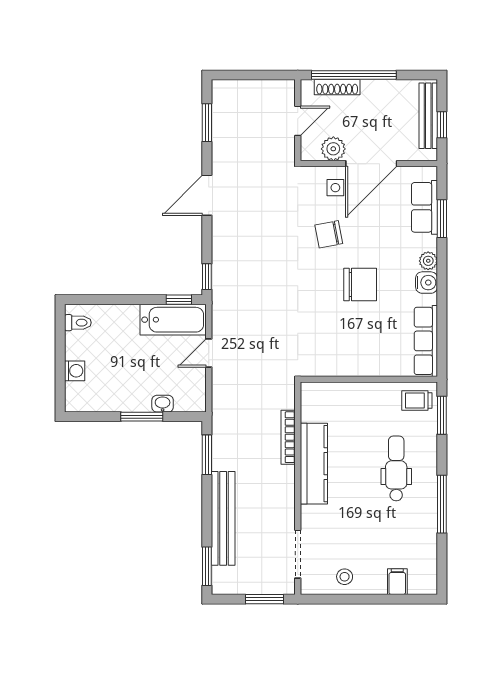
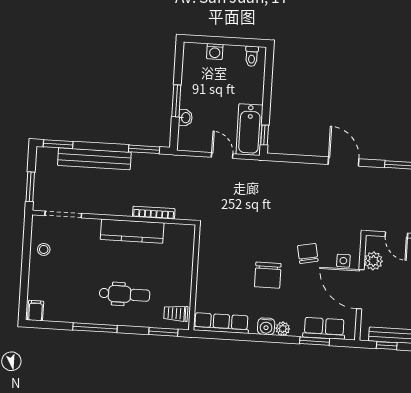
window: (207, 277) -> (281, 158), removed
trolley: (417, 400) -> (176, 313), turned -90
filing cabinet: (397, 582) -> (36, 311), moved, turned -90

